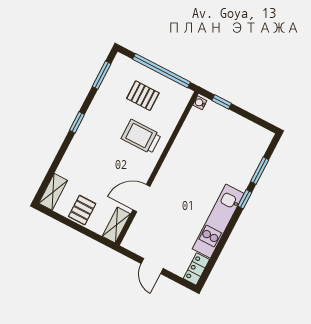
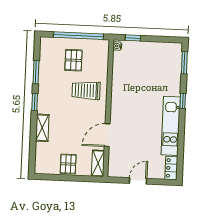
window: (102, 75) -> (36, 72), moved
pallet: (143, 96) -> (73, 60), turned 90
window: (260, 171) -> (184, 63), moved
shelving: (53, 192) -> (42, 128), moved
door: (152, 266) -> (138, 181), swing flipped

